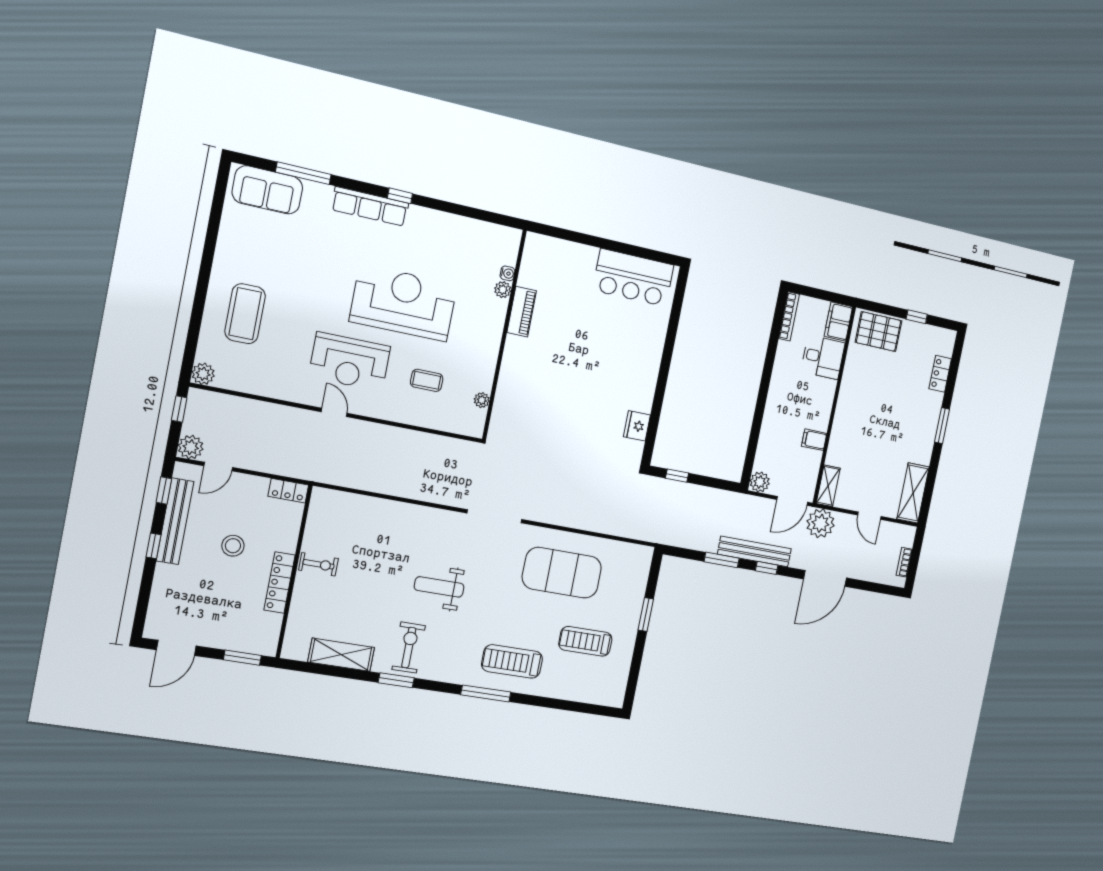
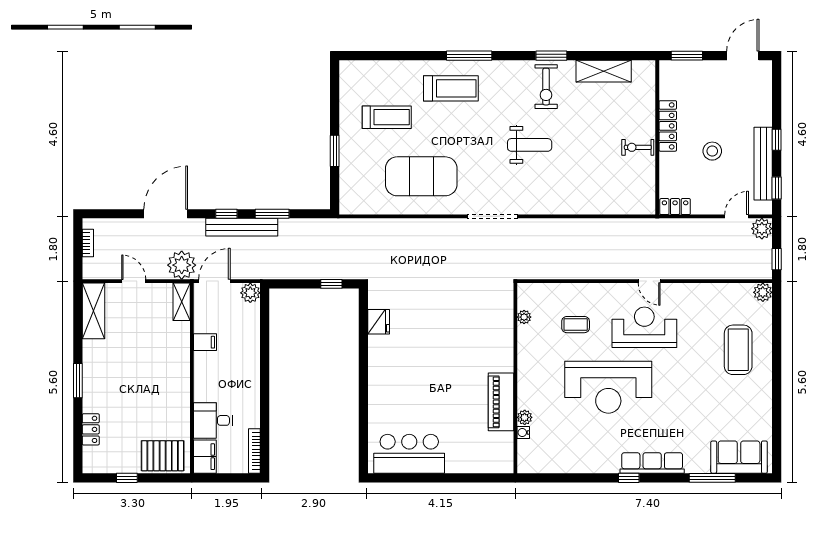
piano: (522, 312) -> (501, 402), width x1.37, depth x1.33

